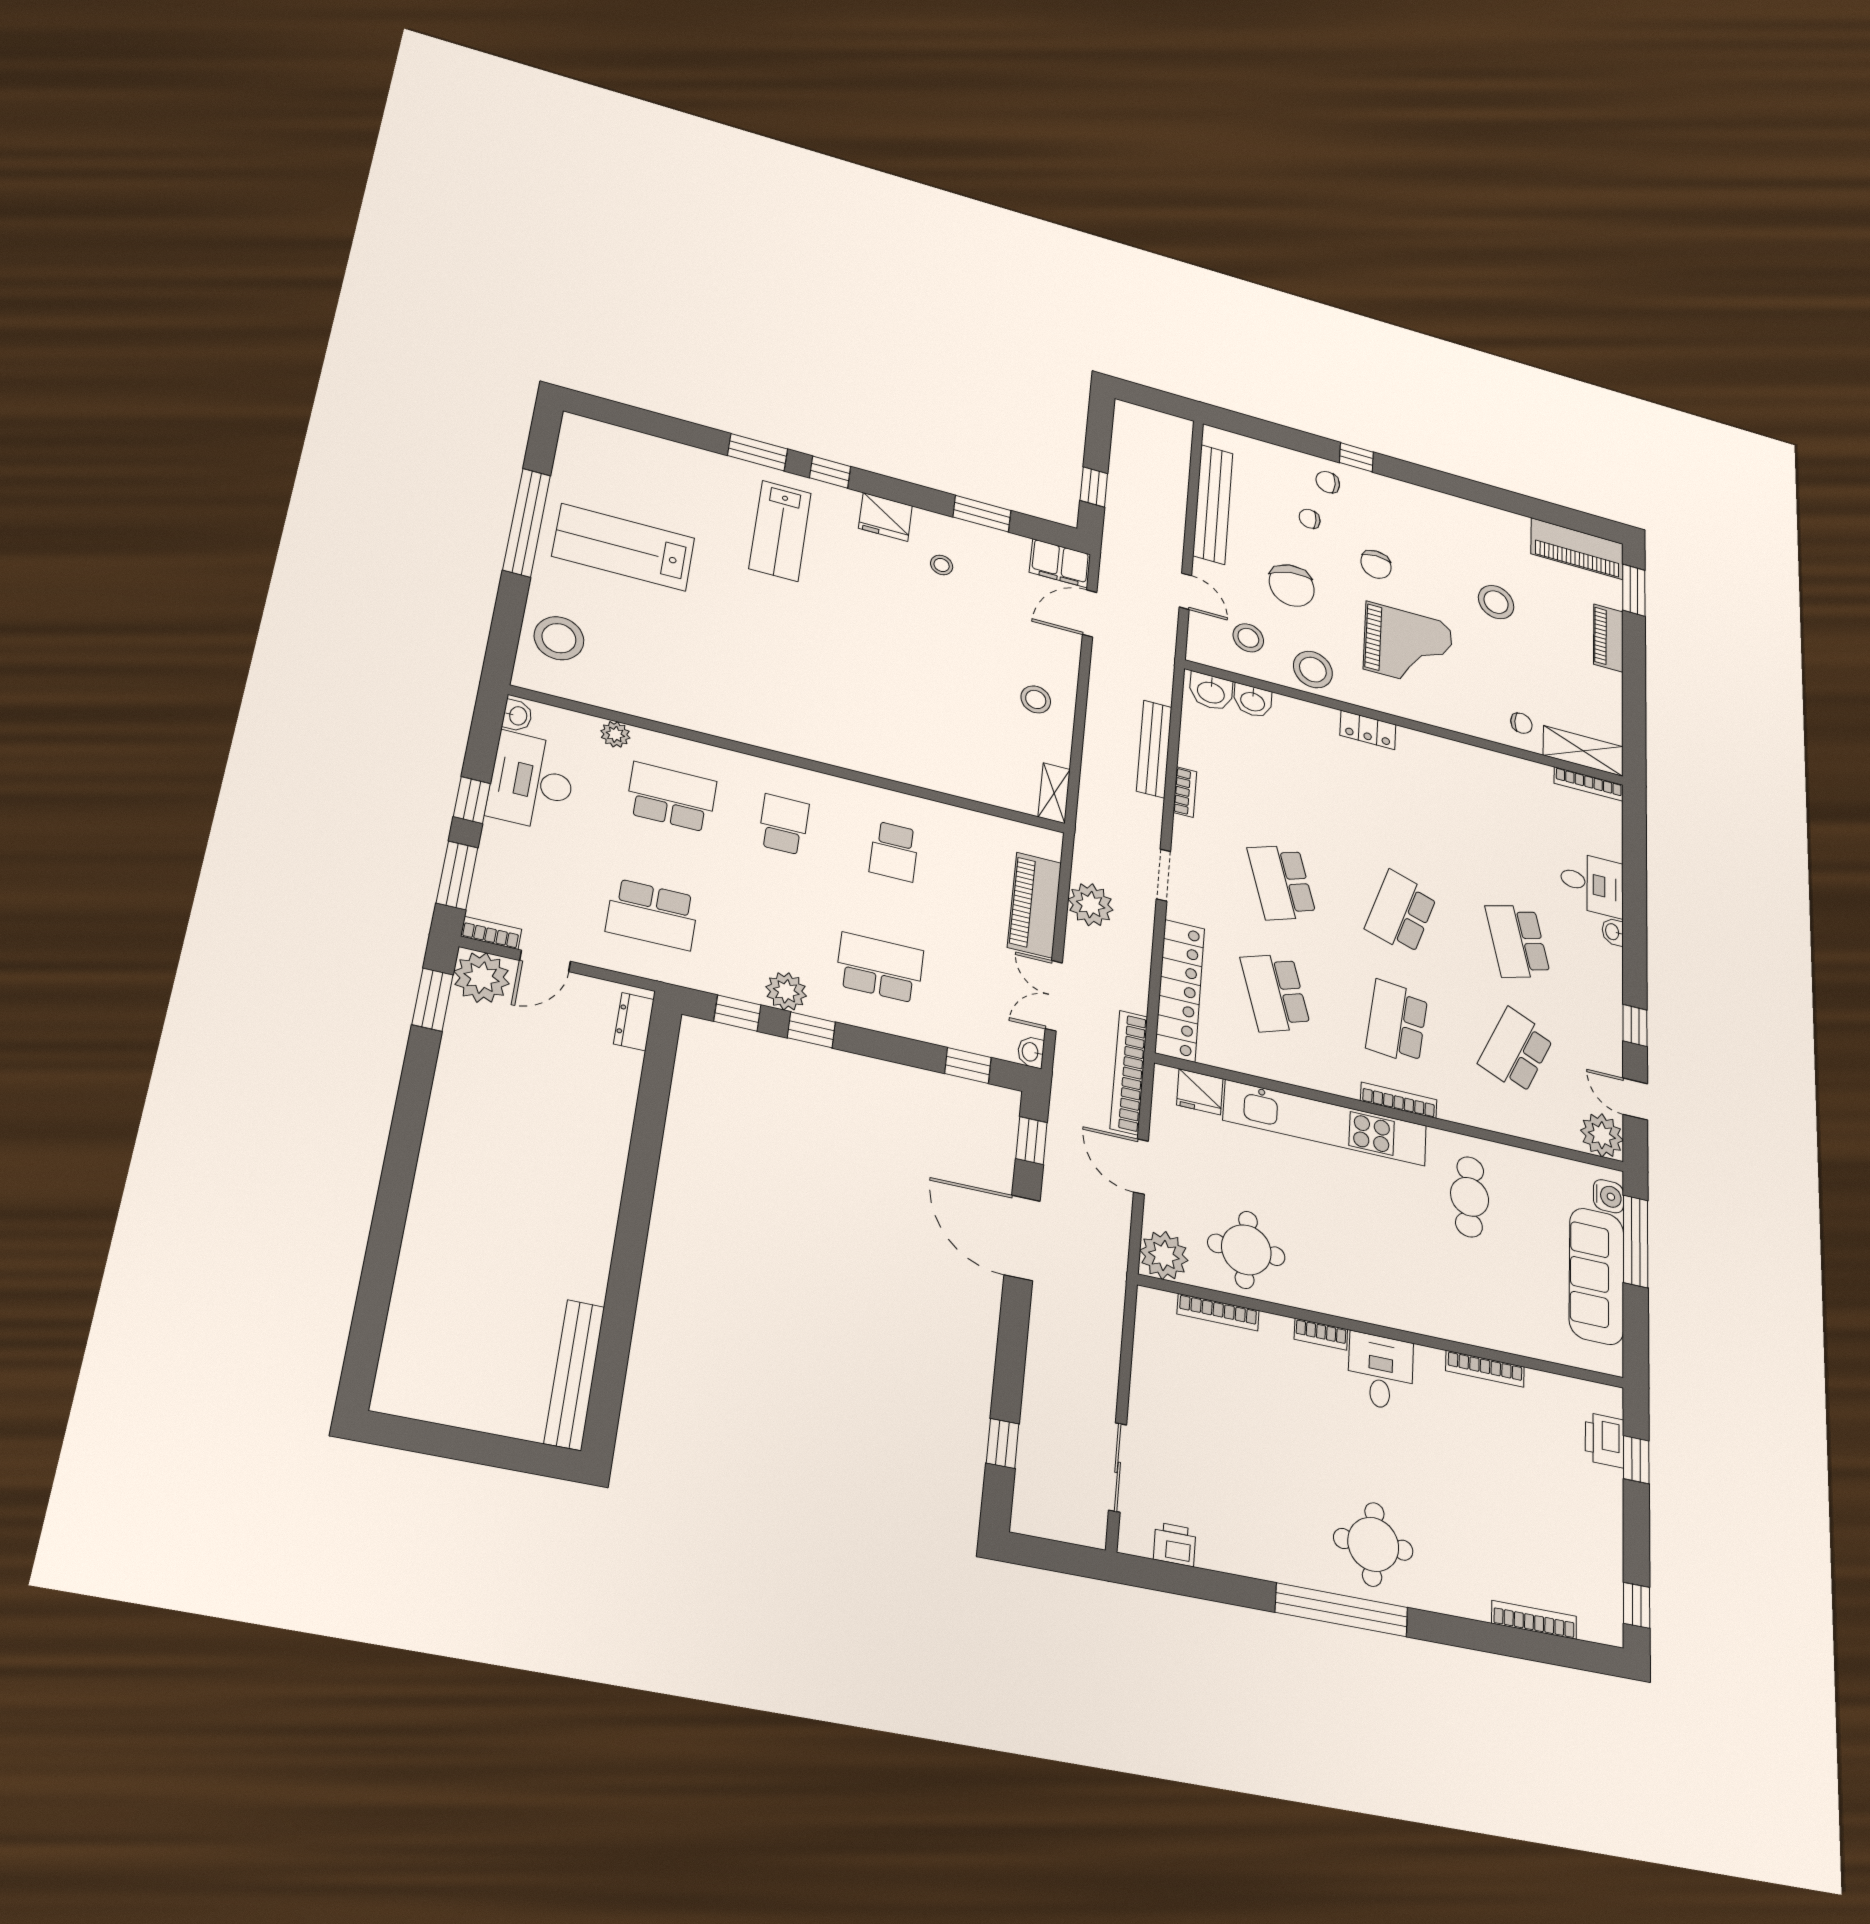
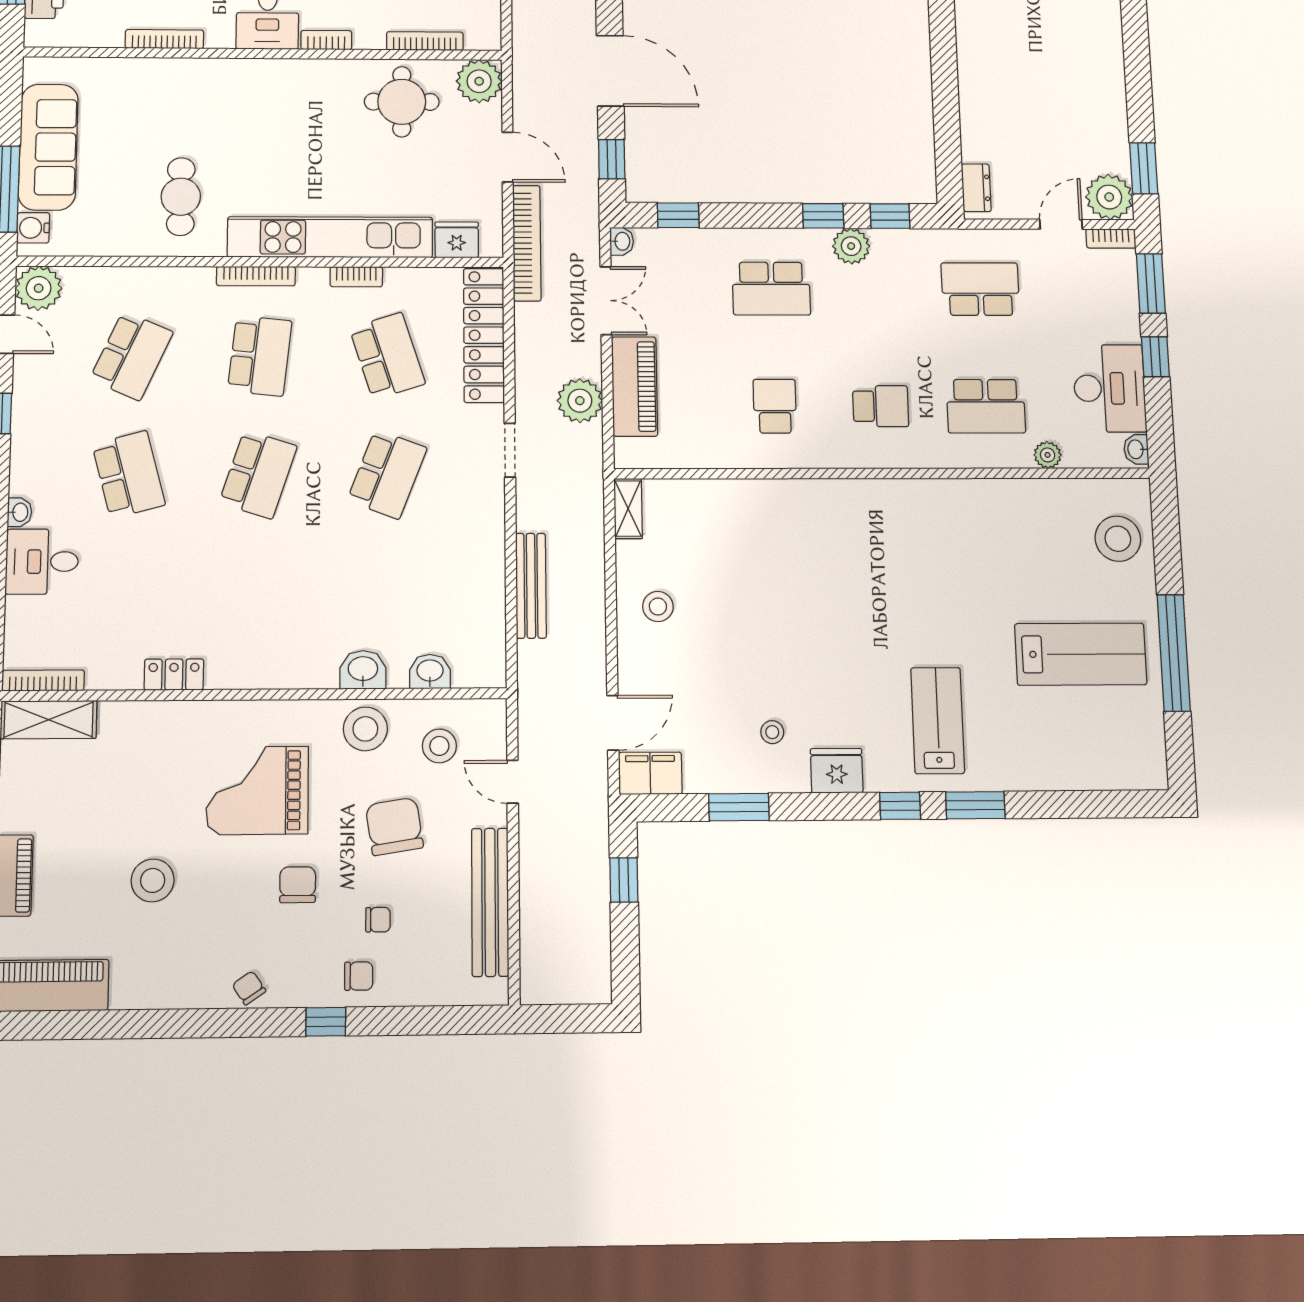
washbasin: (1211, 692) -> (363, 670), moved
chair: (1521, 723) -> (249, 988), moved, turned 56
locker: (1368, 730) -> (174, 675), moved
bookcase: (1185, 792) -> (356, 277), moved, turned -90
school desk: (784, 824) -> (881, 406), turned -90
school desk: (1282, 882) -> (387, 474), turned 39

